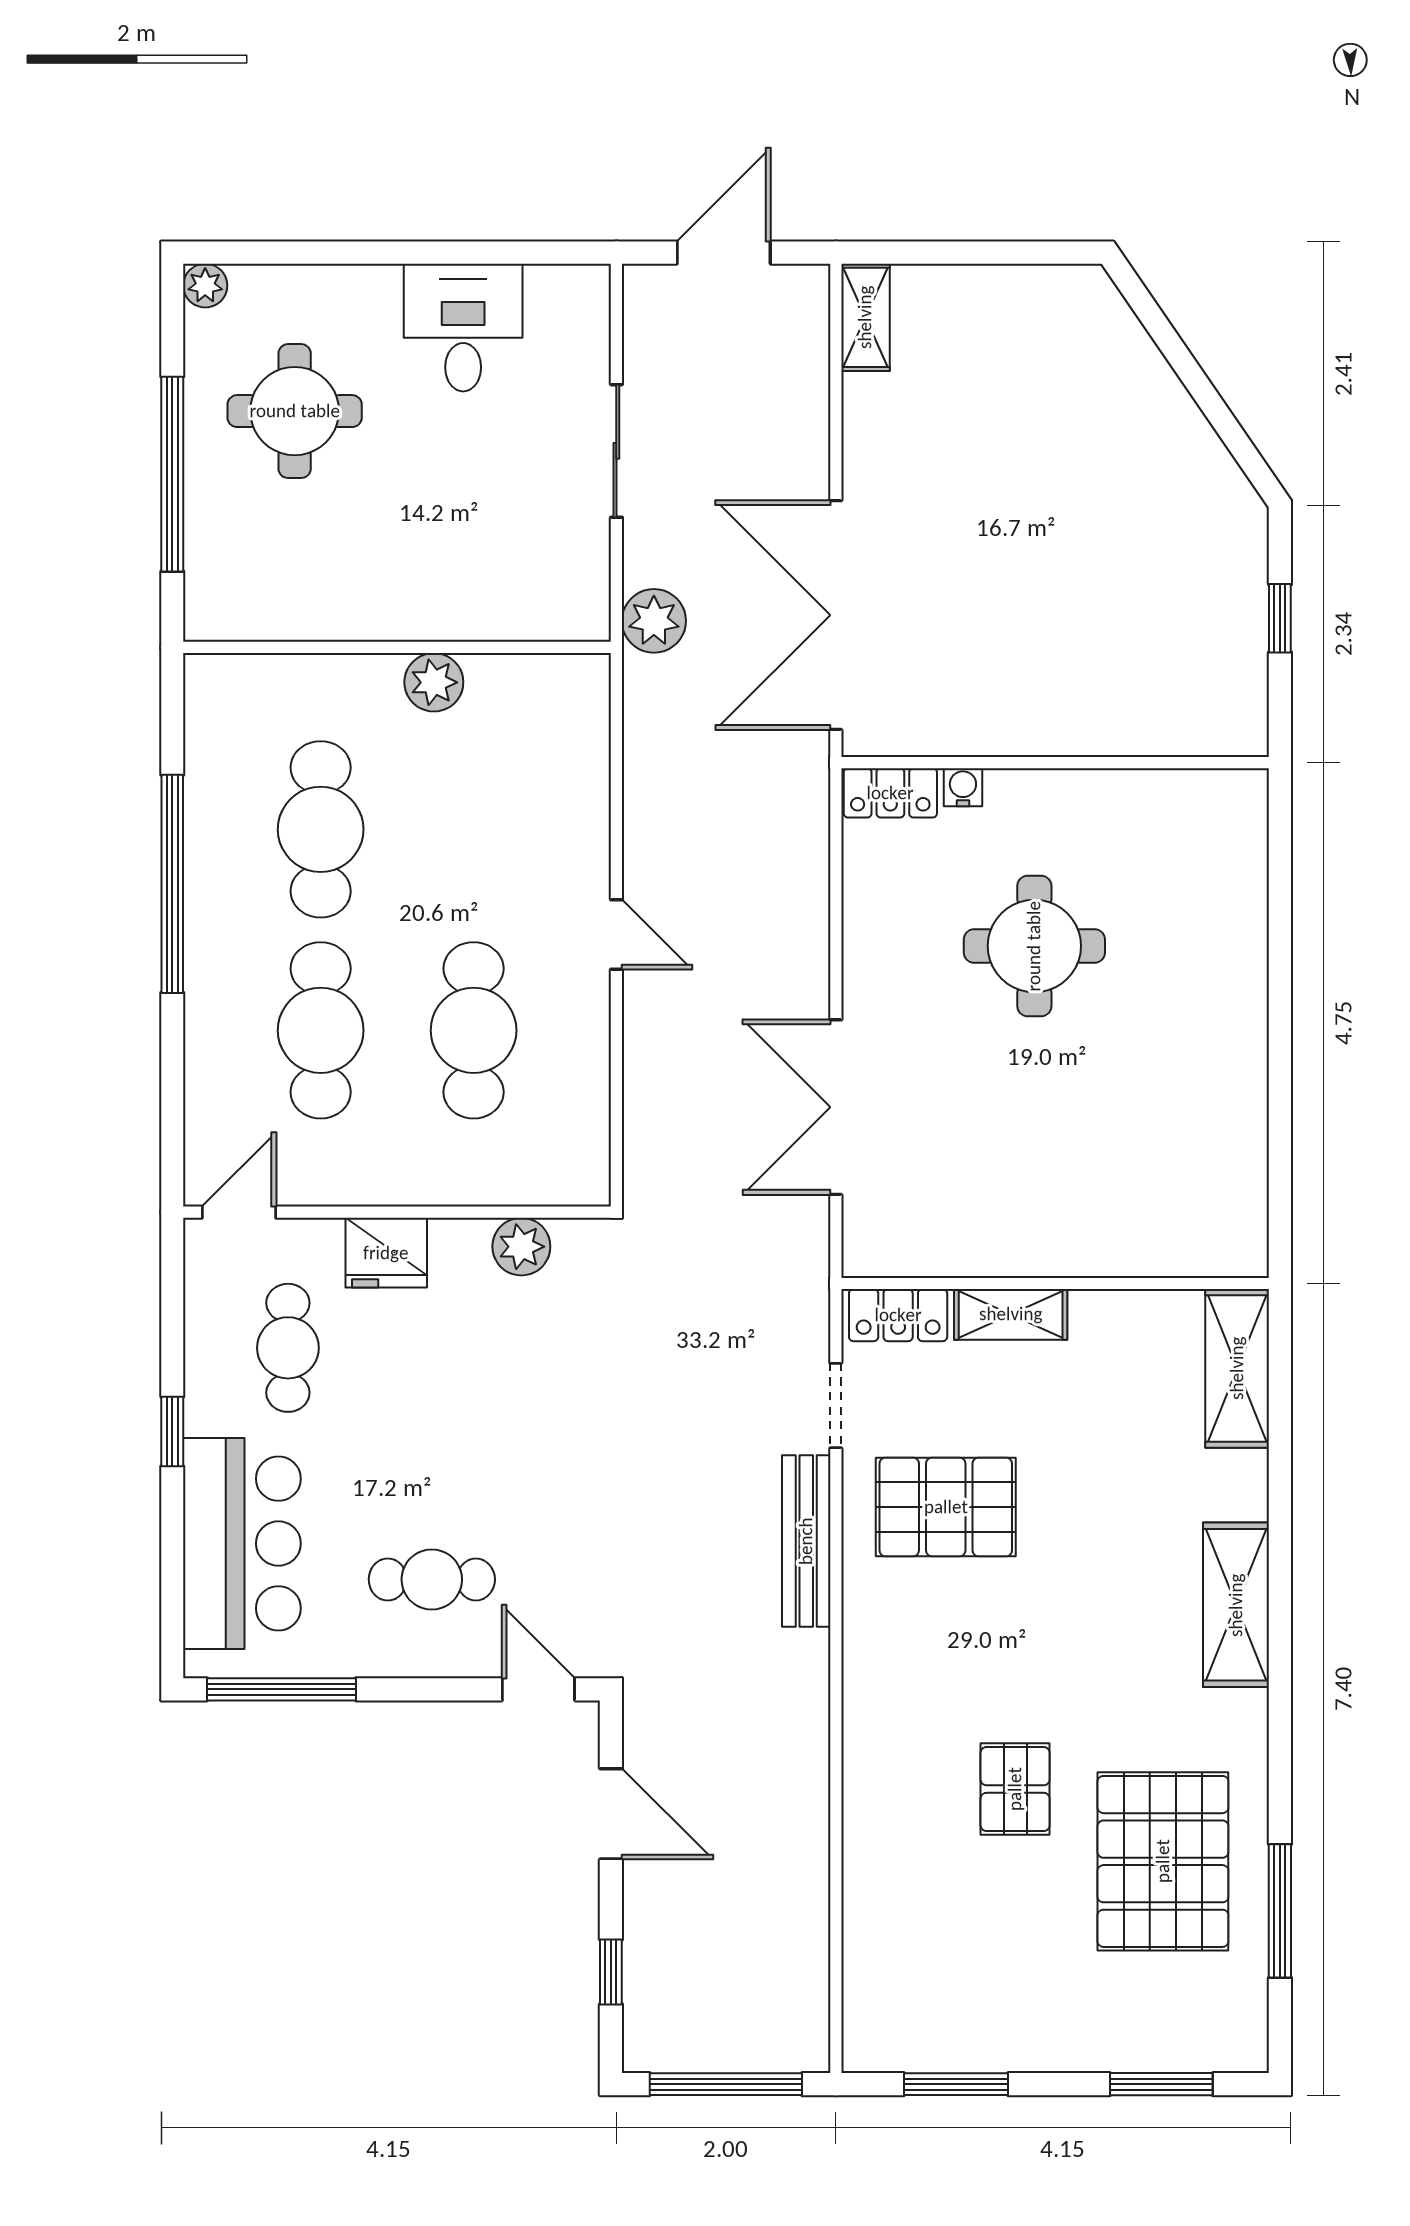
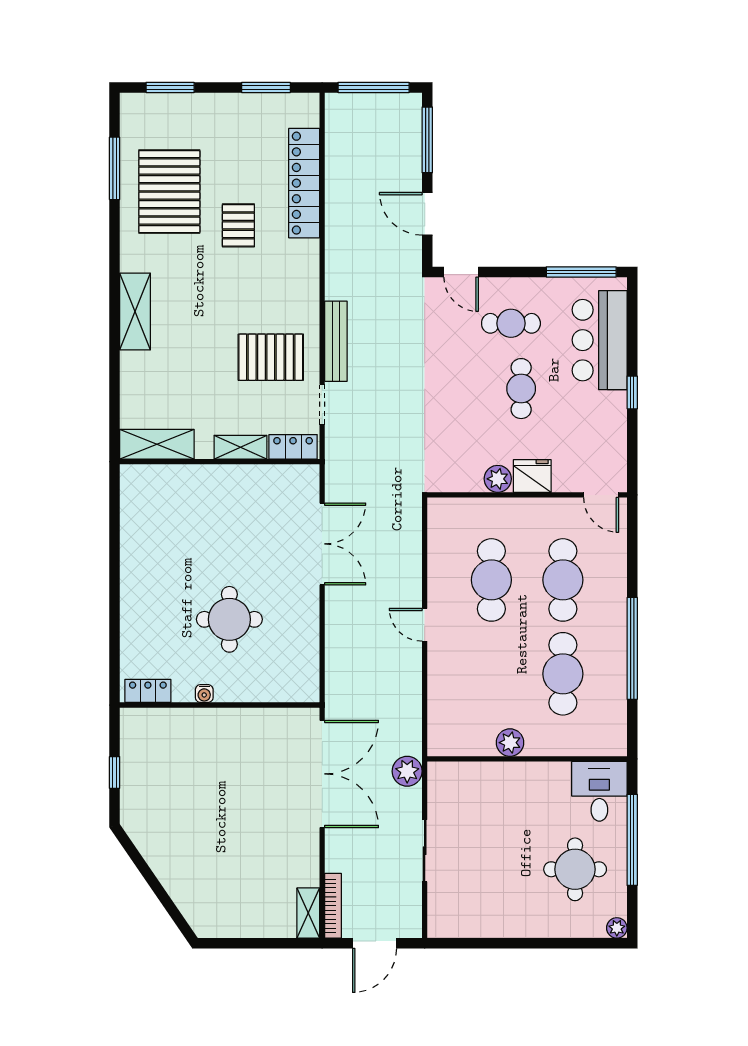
desk: (463, 328) -> (599, 791), moved, turned 180
bookcase: (812, 333) -> (333, 906), added
water cooler: (963, 787) -> (204, 694), moved
locker: (890, 793) -> (148, 691), moved
door: (239, 1212) -> (601, 495), hinge flipped
plant: (521, 1247) -> (498, 479), moved
cafe table: (288, 1348) -> (521, 389), moved
shelving: (1237, 1368) -> (157, 444), moved, turned 90
locker: (874, 1879) -> (304, 183), added
window: (611, 1972) -> (427, 140), width x2.17

